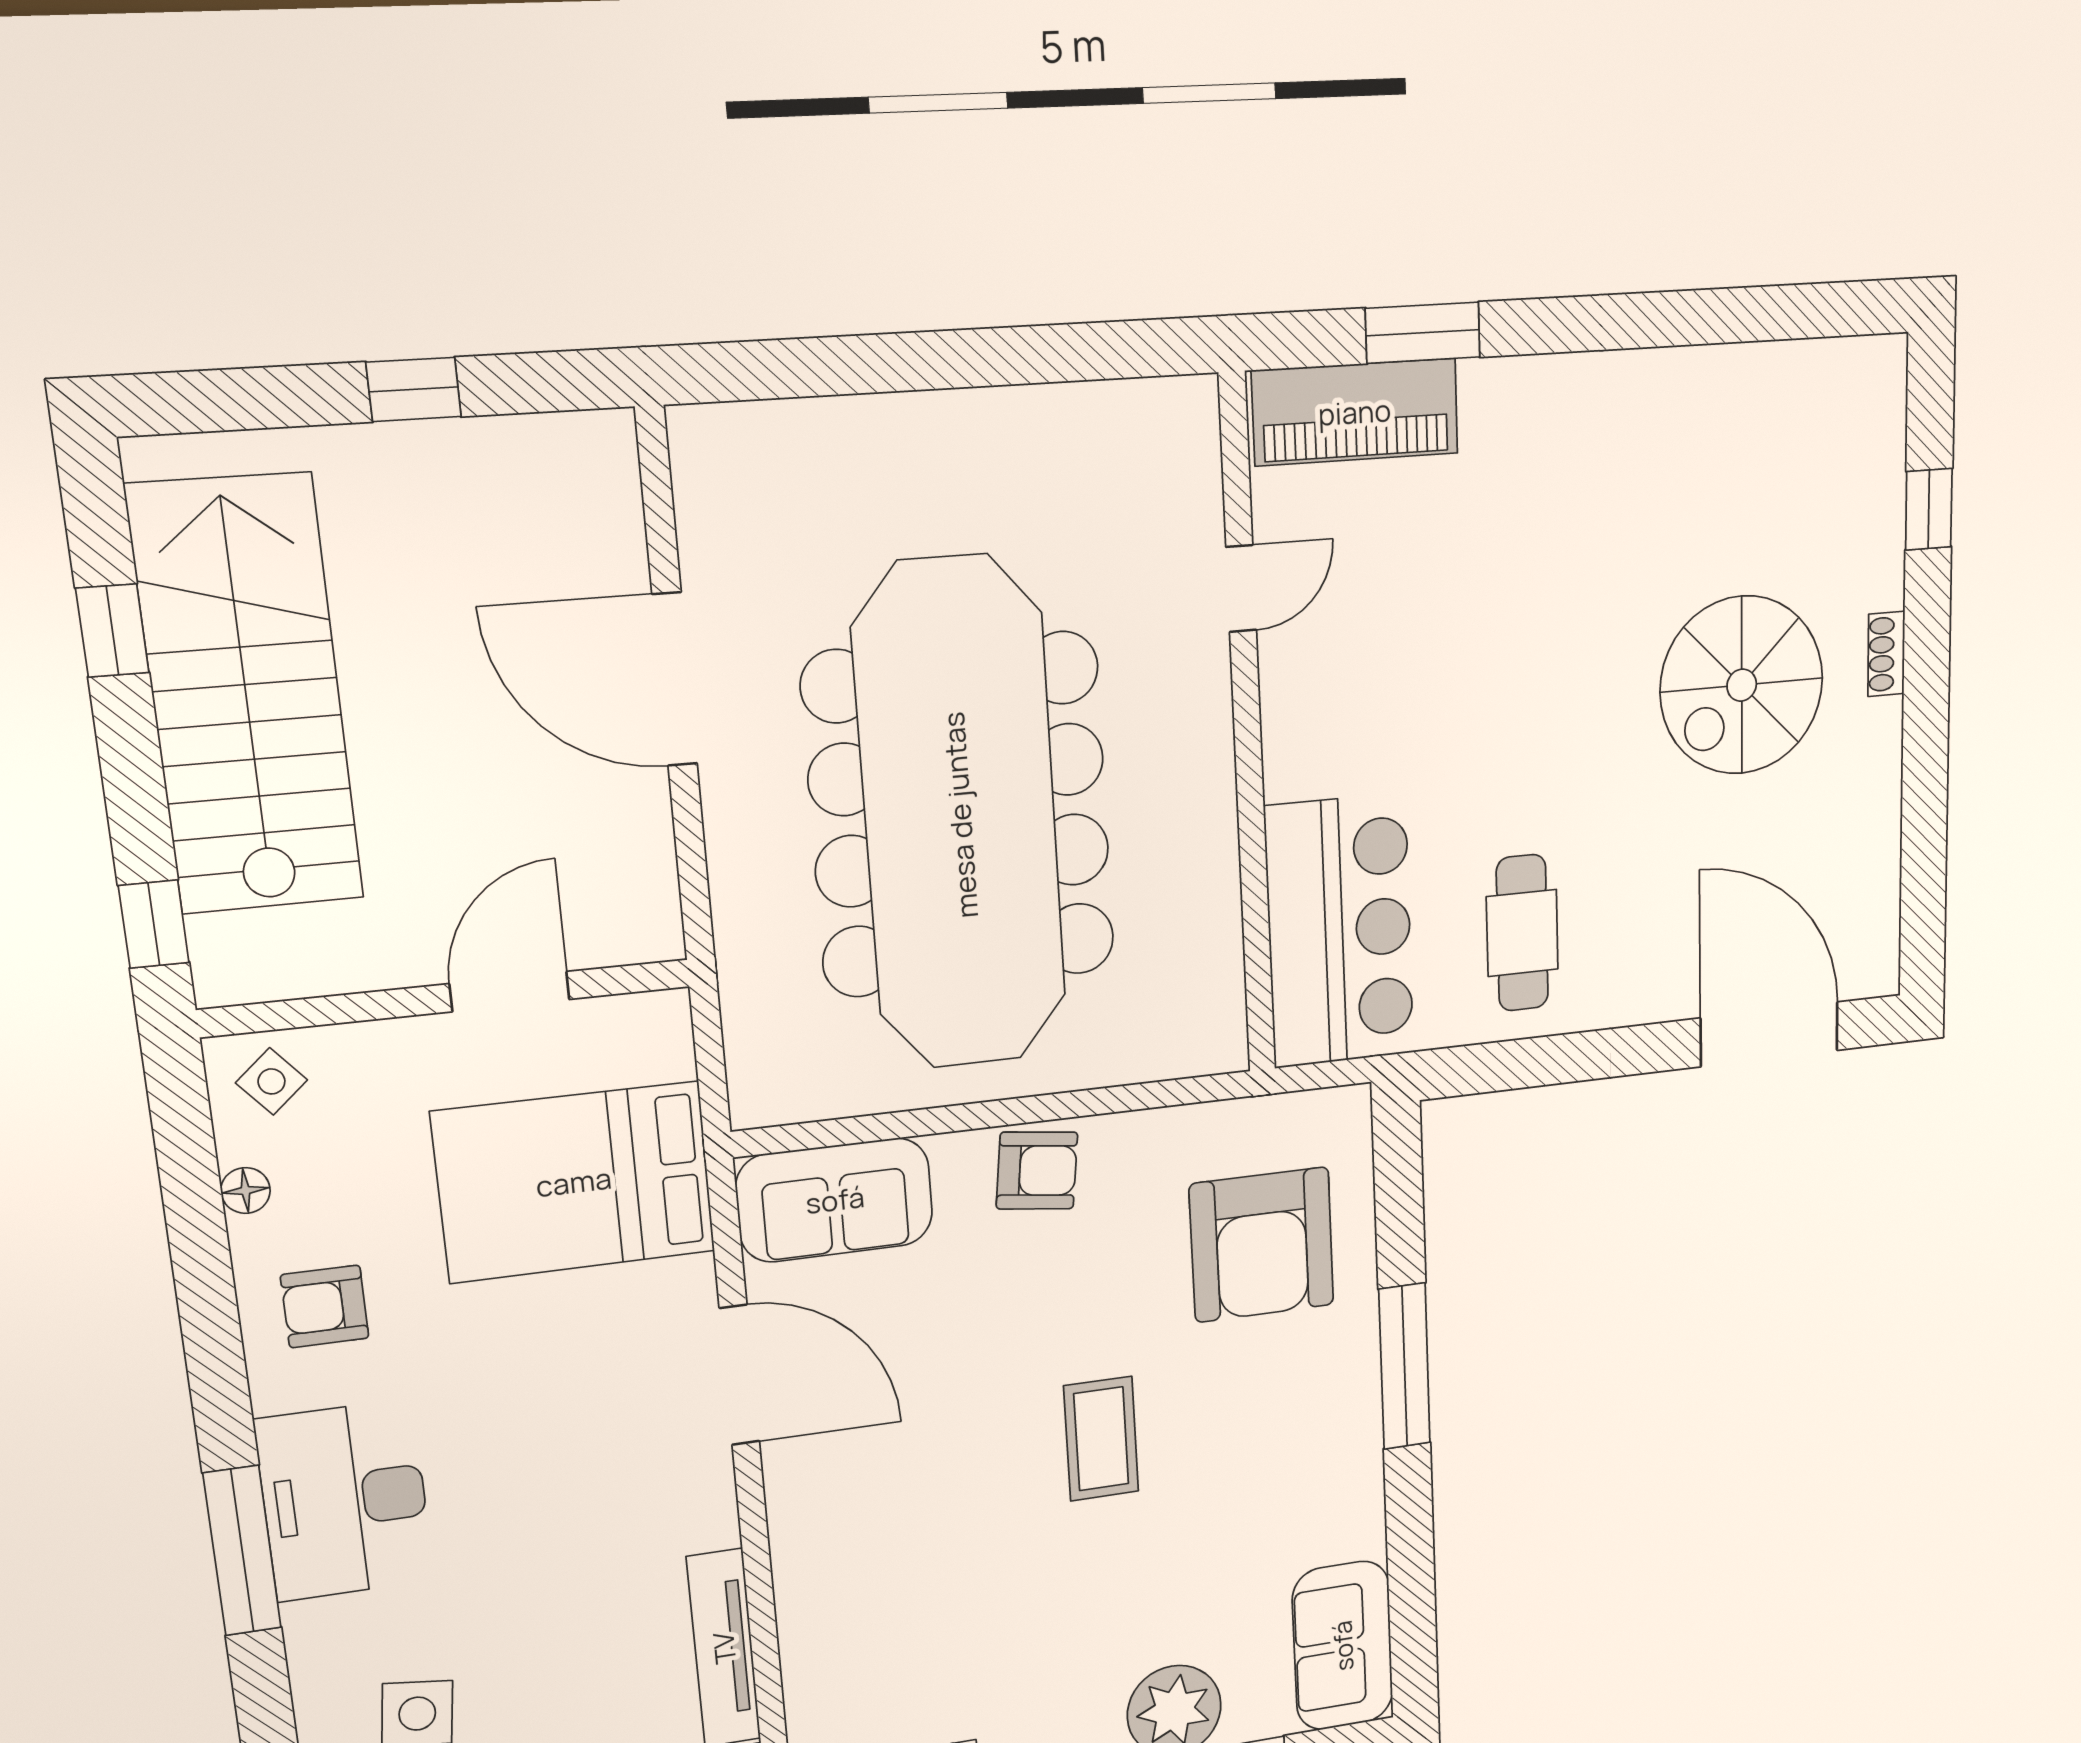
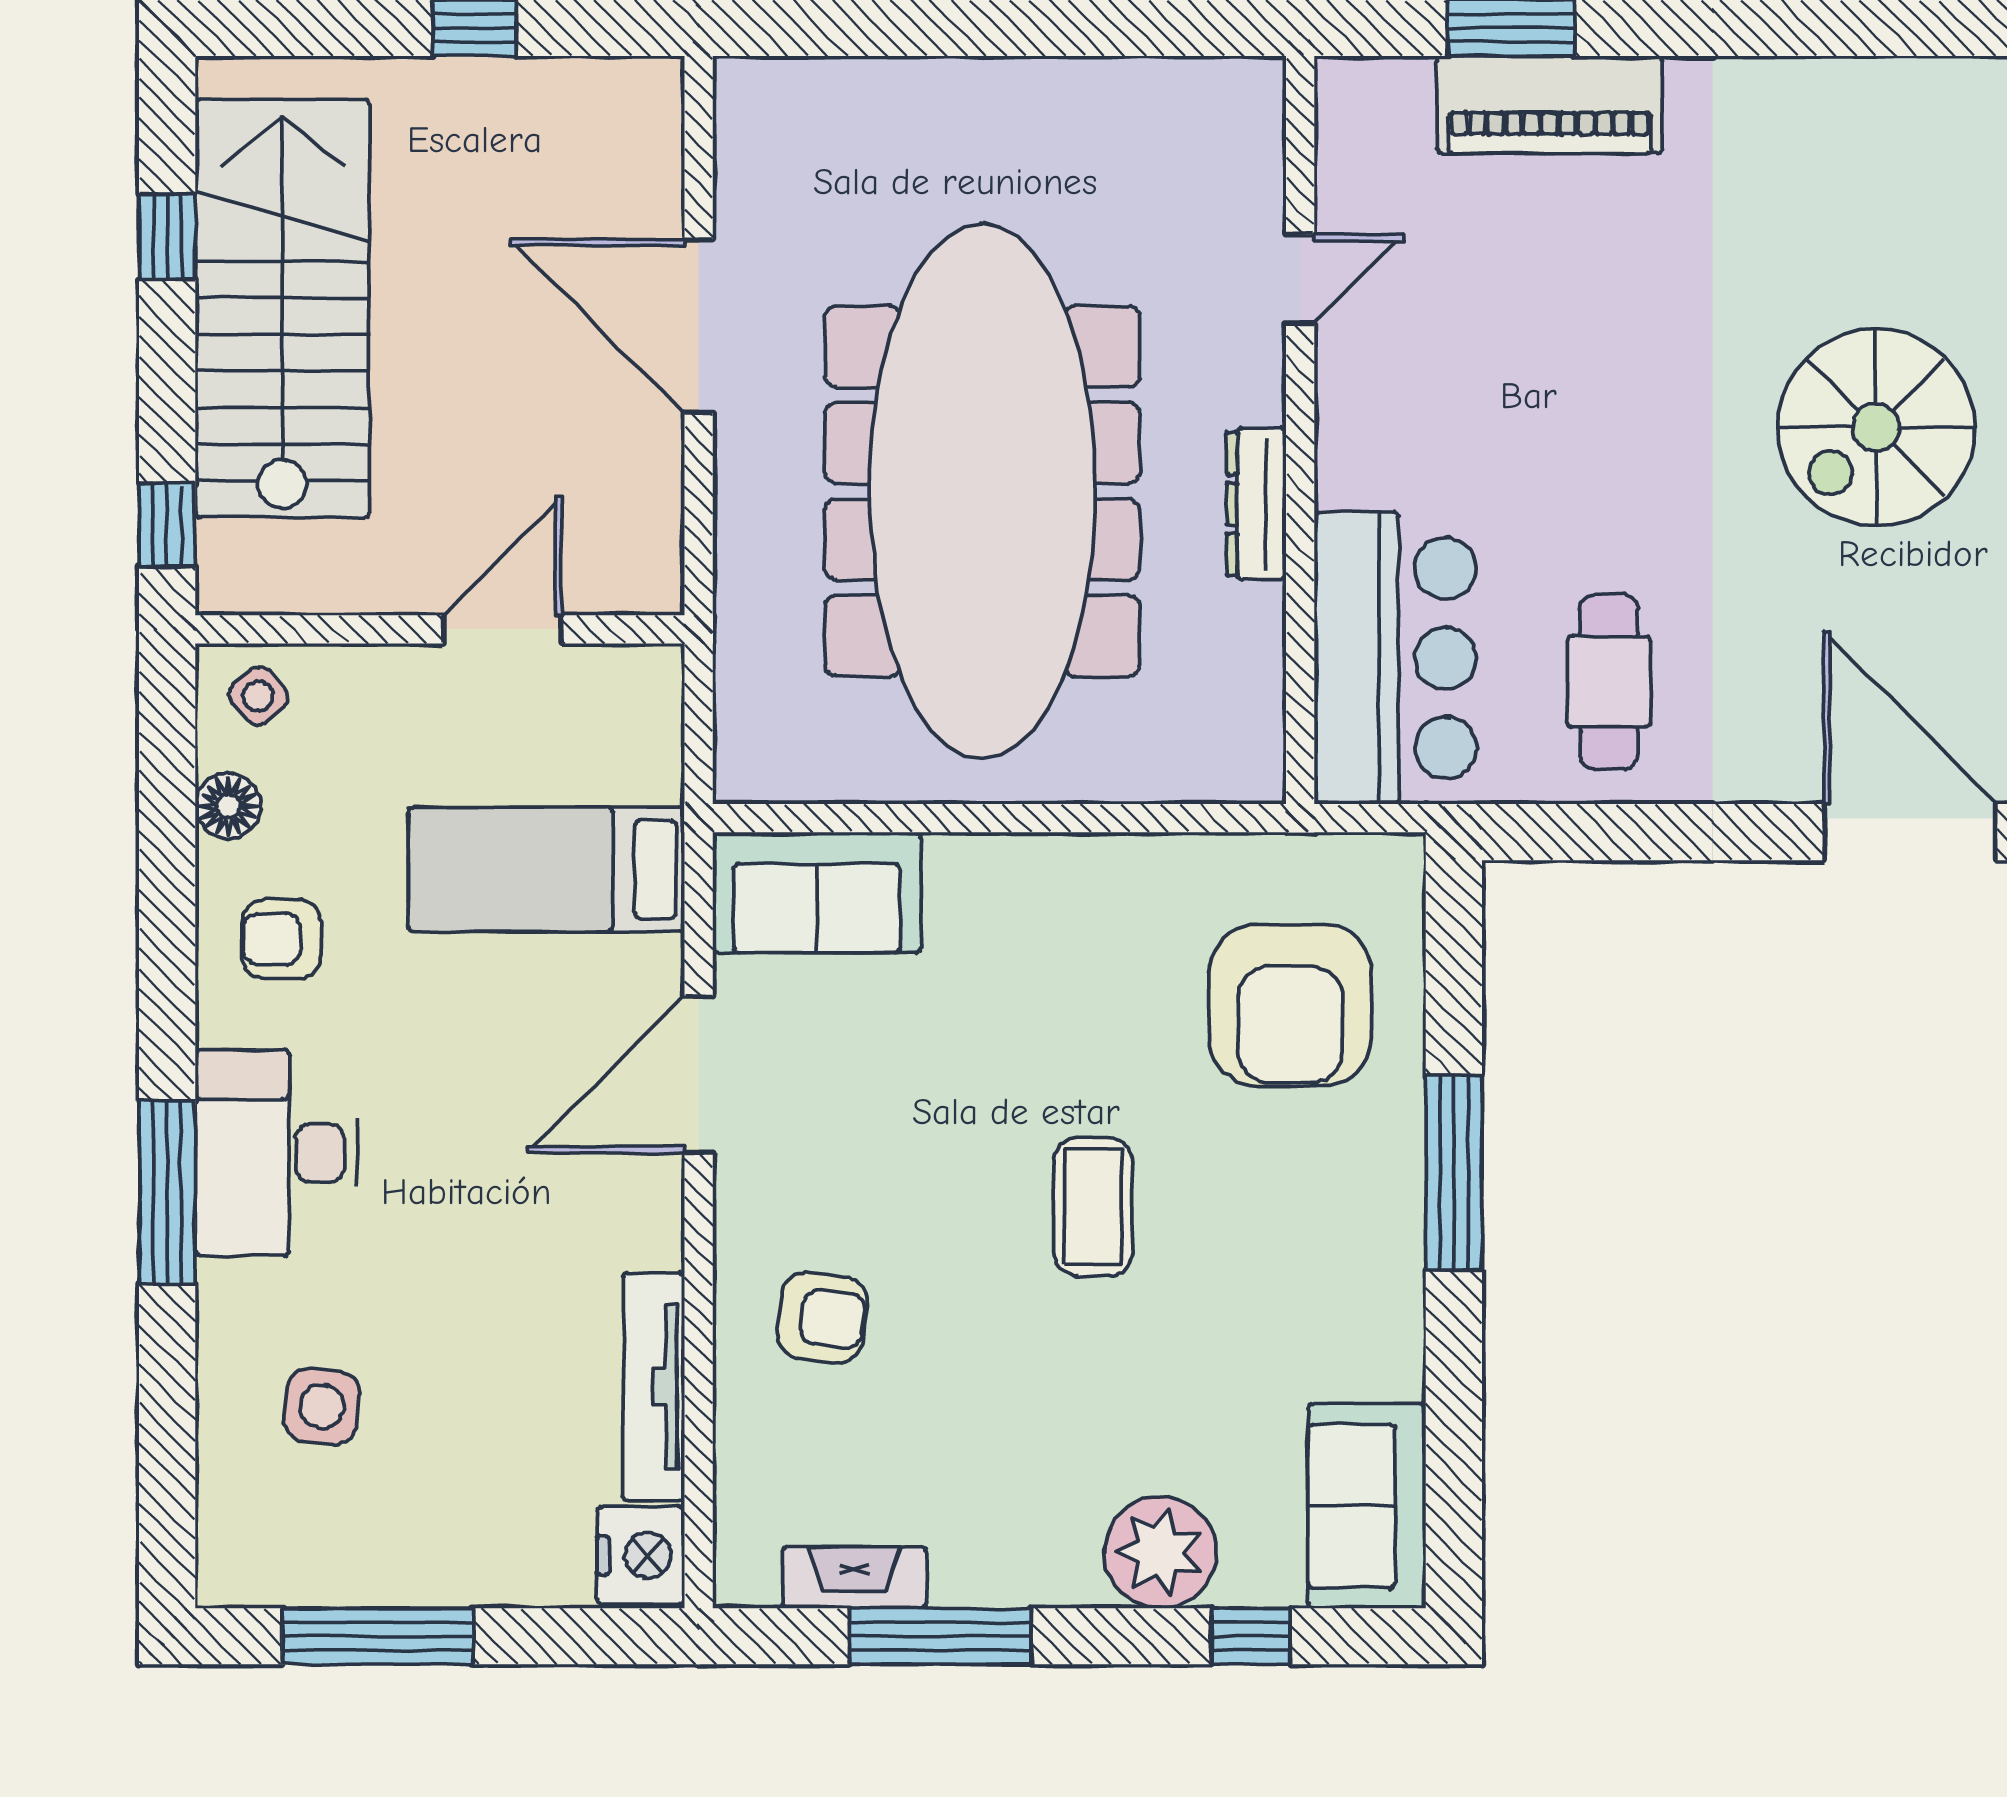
piano: (1355, 412) -> (1550, 105), moved
dresser: (1211, 803) -> (1256, 504), added
armchair: (1037, 1171) -> (822, 1318), moved
bed: (574, 1182) -> (547, 869), width x0.67
floor lamp: (246, 1190) -> (228, 806), width x1.37, depth x1.37
door: (739, 1375) -> (699, 1074), swing flipped

